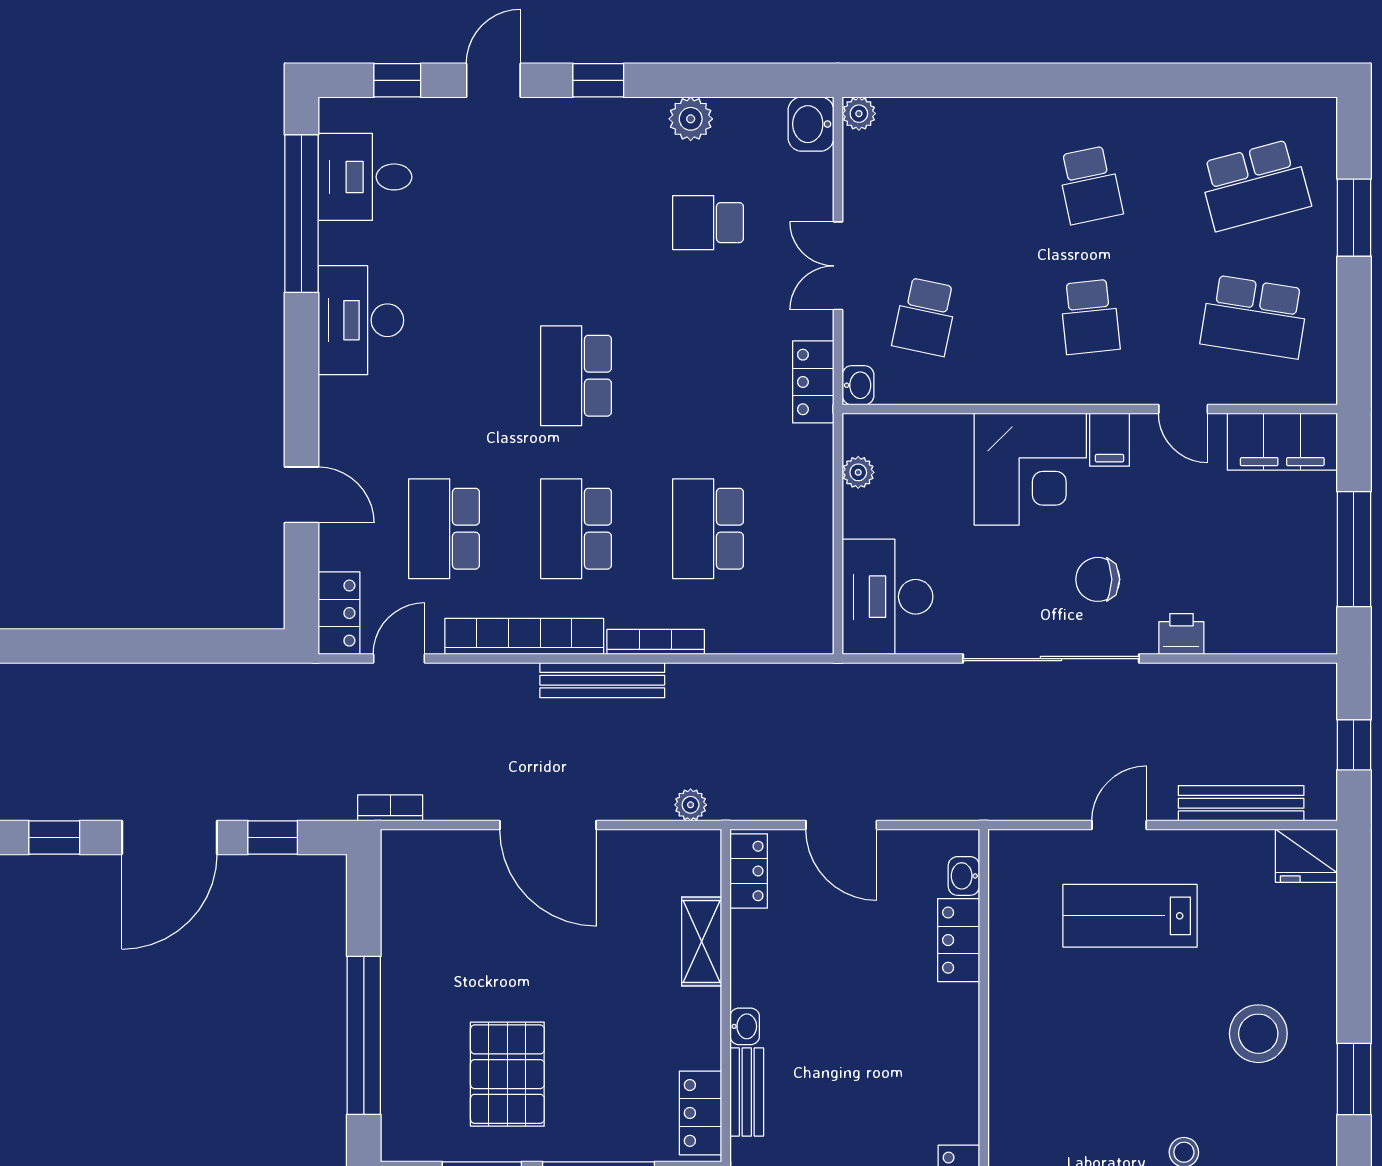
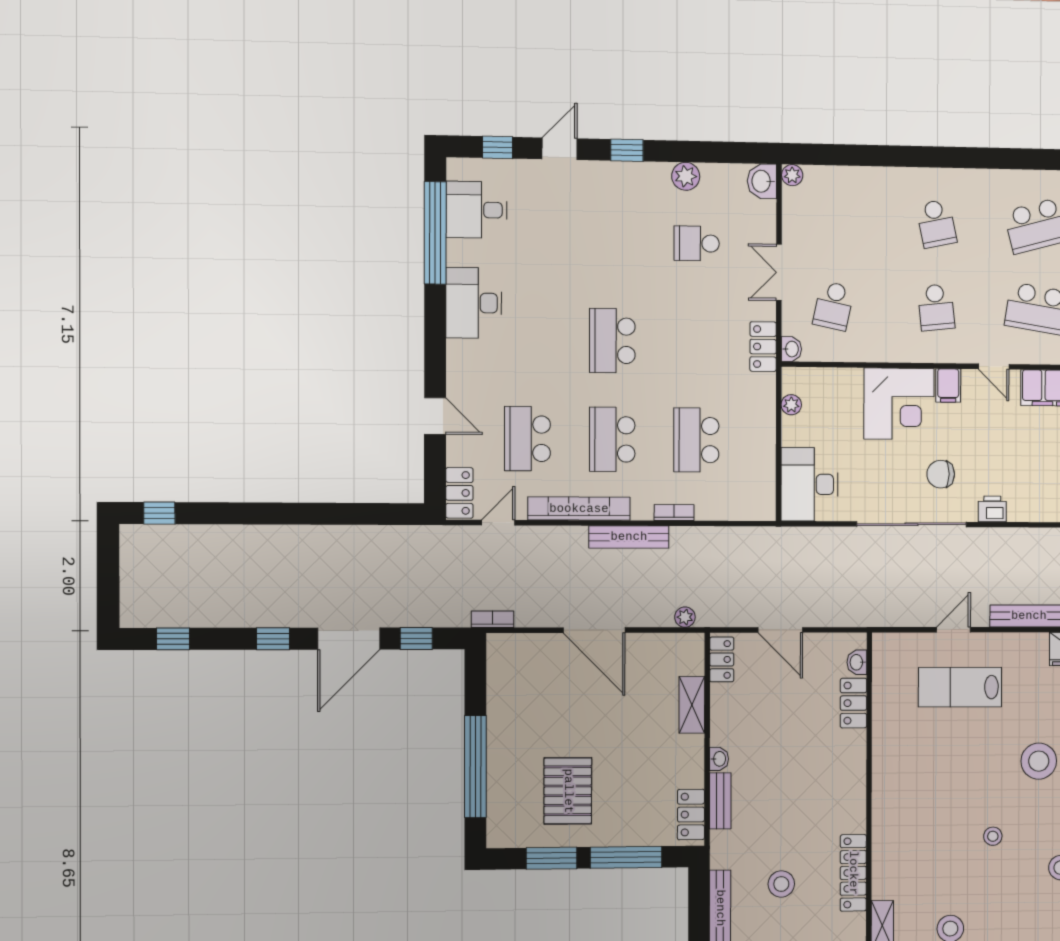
bookcase: (656, 642) -> (674, 513), width x0.64

